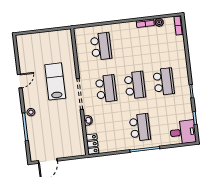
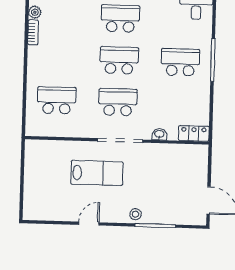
door: (20, 81) -> (89, 224), hinge flipped
lab bench: (55, 81) -> (97, 173), turned 180

